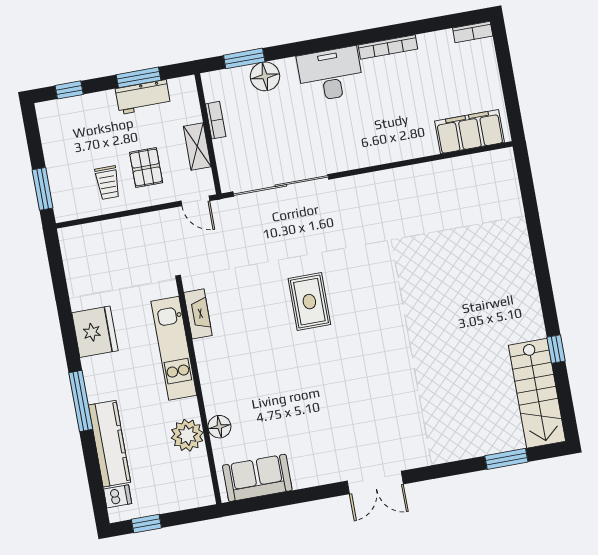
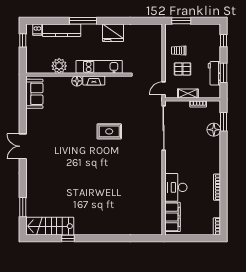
desk: (330, 74) -> (176, 187), moved, turned 180
fireplace: (198, 314) -> (94, 80), moved
floor lamp: (219, 427) -> (77, 81), moved

